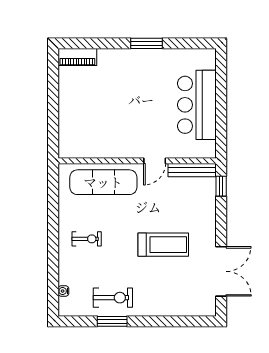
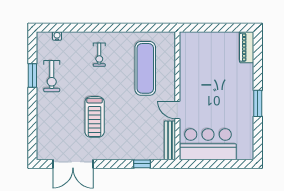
wall: (137, 161) -> (177, 96), moved
door: (155, 161) -> (177, 110), moved
bench: (192, 170) -> (170, 140), moved

